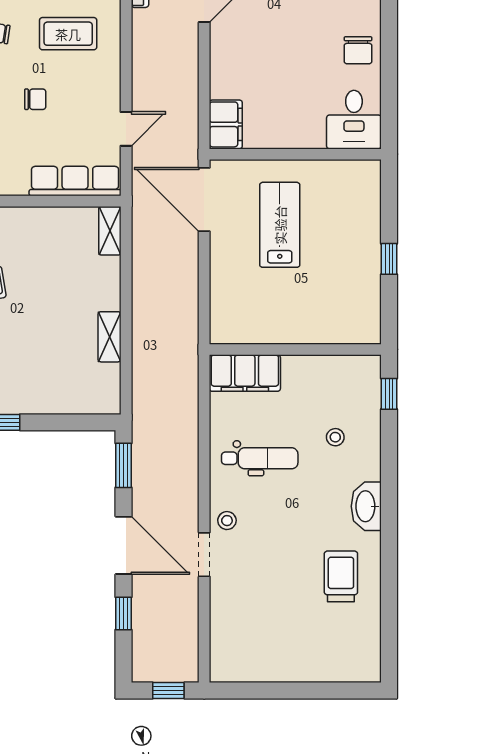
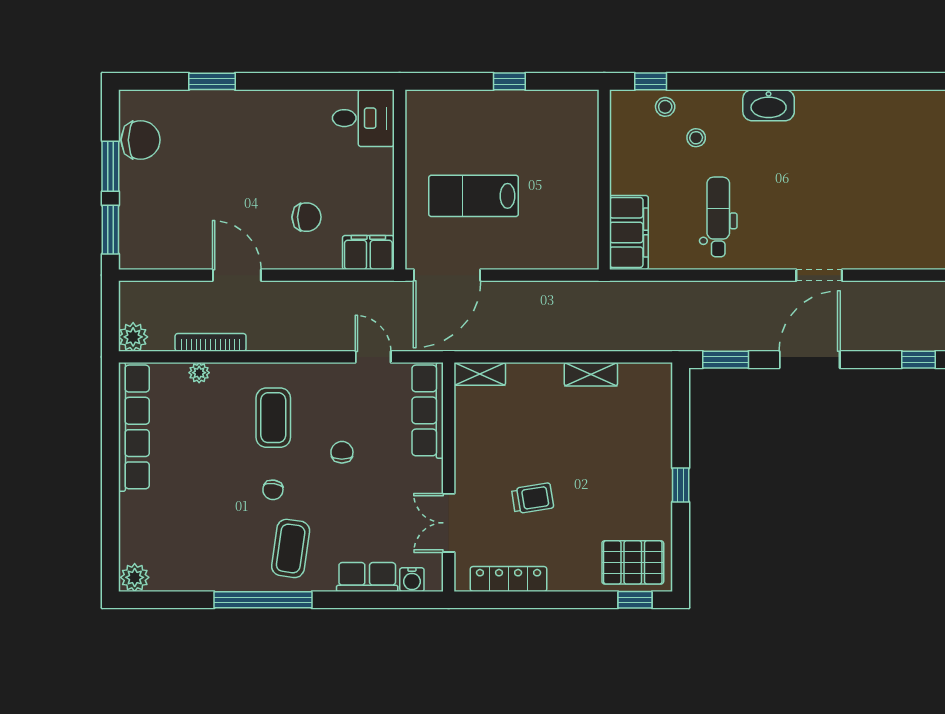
chair: (358, 50) -> (307, 217), moved
stool: (227, 521) -> (665, 107), moved
trolley: (341, 576) -> (842, 132), removed
window: (123, 613) -> (918, 360), moved

